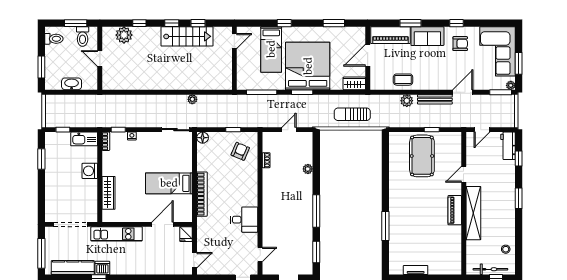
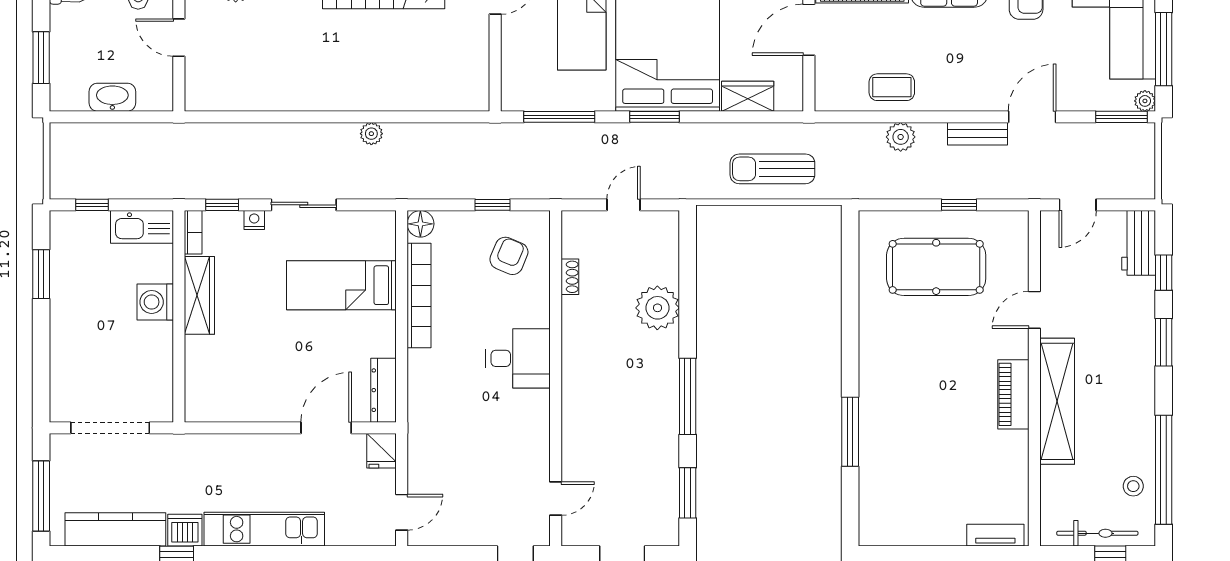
window: (519, 63) -> (1164, 49), width x1.44
wardrobe: (354, 83) -> (748, 96), moved
plant: (192, 99) -> (371, 134), moved
bench: (435, 99) -> (978, 134), width x0.73
sliding door: (175, 130) -> (304, 205), moved
pool table: (422, 156) -> (936, 267), turned 90
plant: (308, 169) -> (657, 308), width x1.88, depth x1.88
bed: (169, 183) -> (341, 285), moved
wardrobe: (109, 193) -> (199, 295), moved
bookcase: (202, 194) -> (419, 296), moved
window: (519, 198) -> (1164, 342), moved
dresser: (187, 208) -> (384, 390), added
desk: (244, 220) -> (518, 358), moved
kitchen unit: (117, 234) -> (264, 529), moved, turned 180
window: (519, 242) -> (1164, 470), added
tv unit: (416, 270) -> (995, 535), moved

